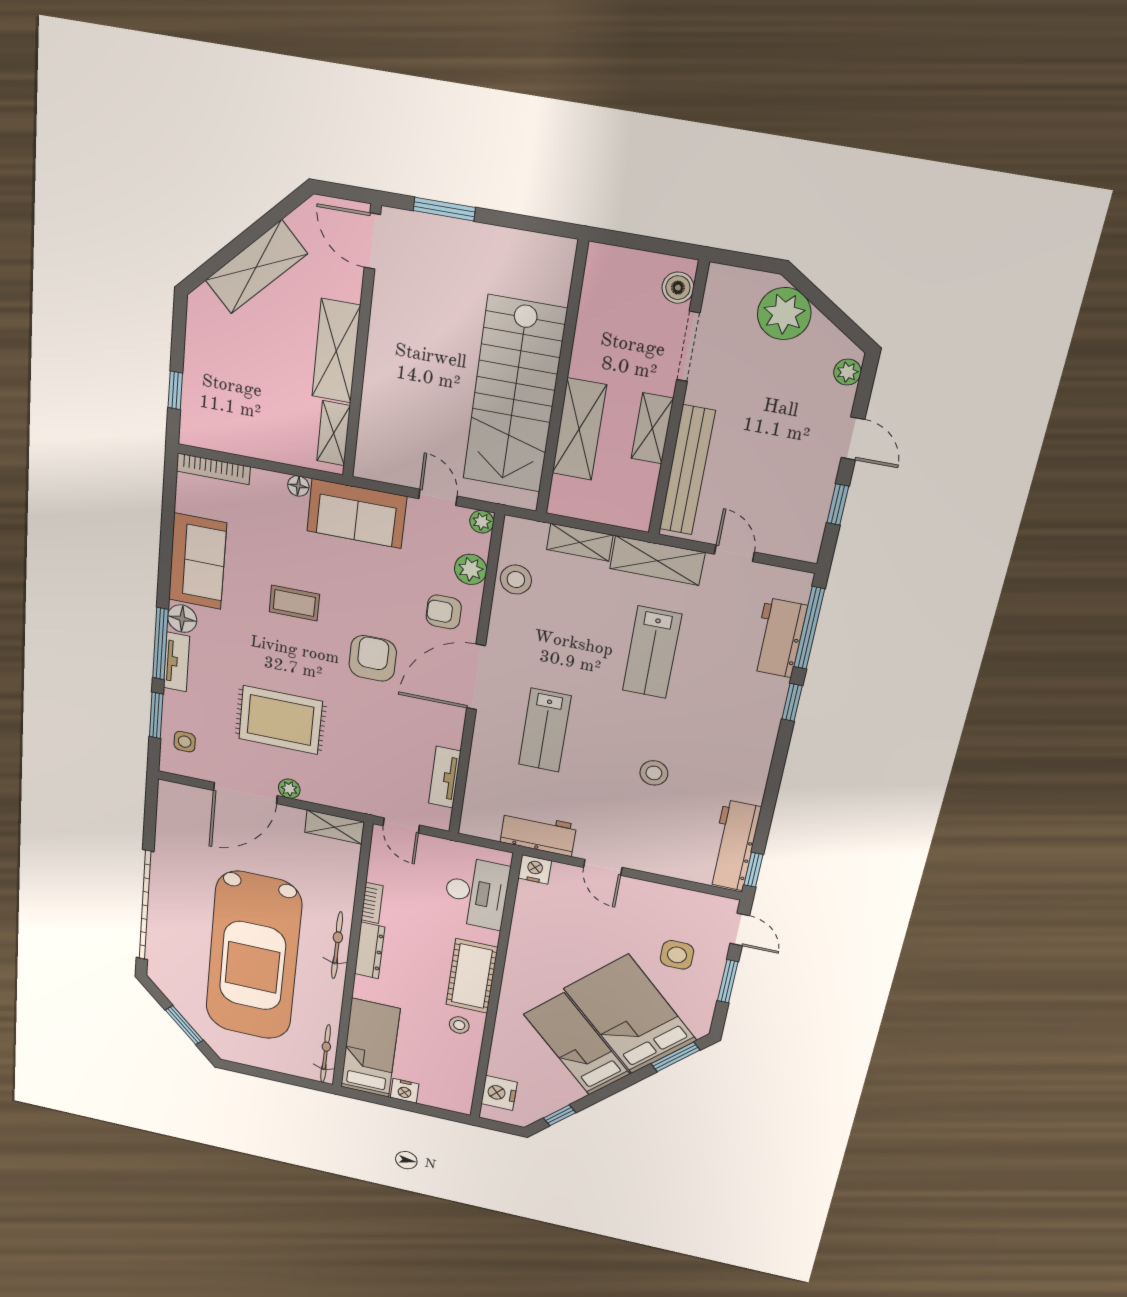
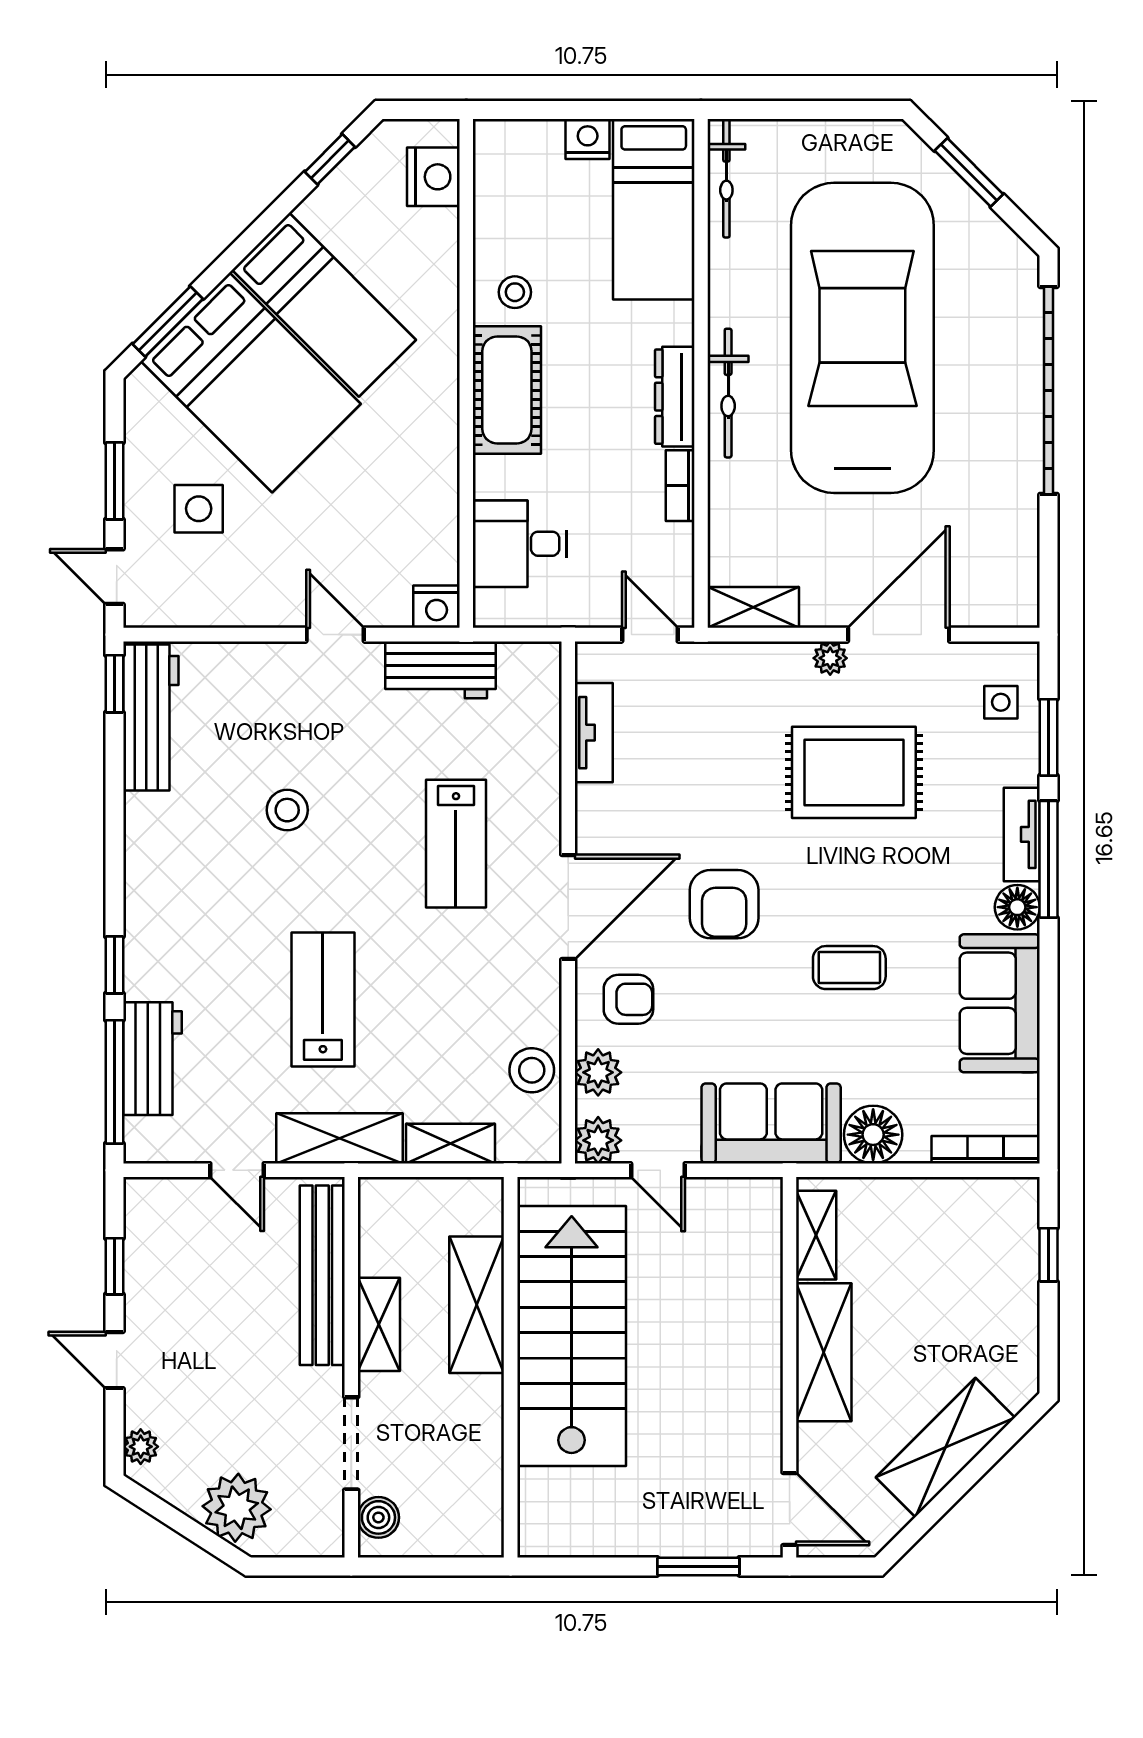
floor lamp: (298, 486) -> (873, 1135), width x1.89, depth x1.89
plant: (482, 522) -> (598, 1140), width x1.38, depth x1.38
lab bench: (545, 730) -> (456, 844), turned 180
desk: (476, 893) -> (520, 544), width x0.73

